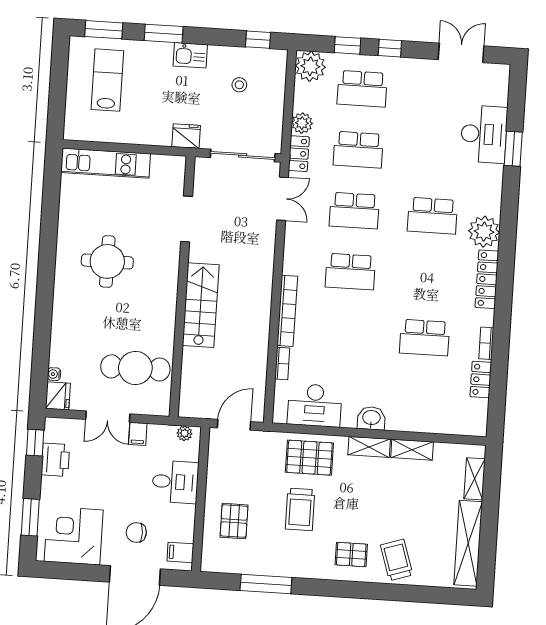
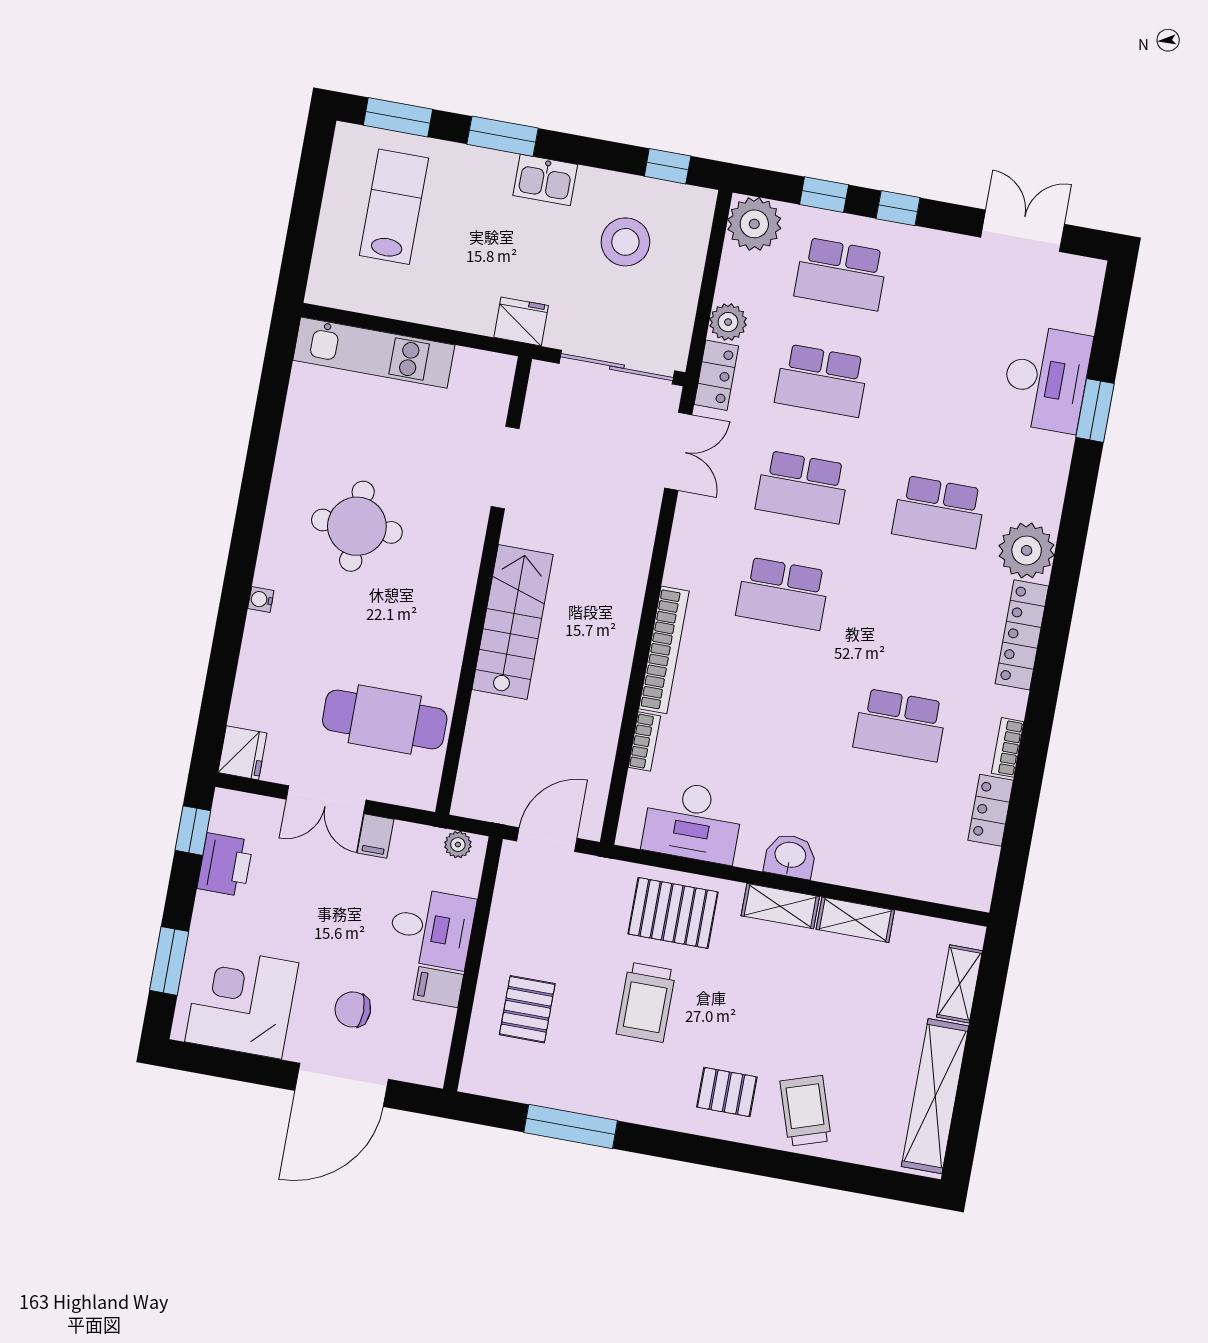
stool: (239, 85) -> (625, 242), width x1.89, depth x1.89
water cooler: (54, 374) -> (261, 599), moved
filing cabinet: (180, 552) -> (438, 987), moved

